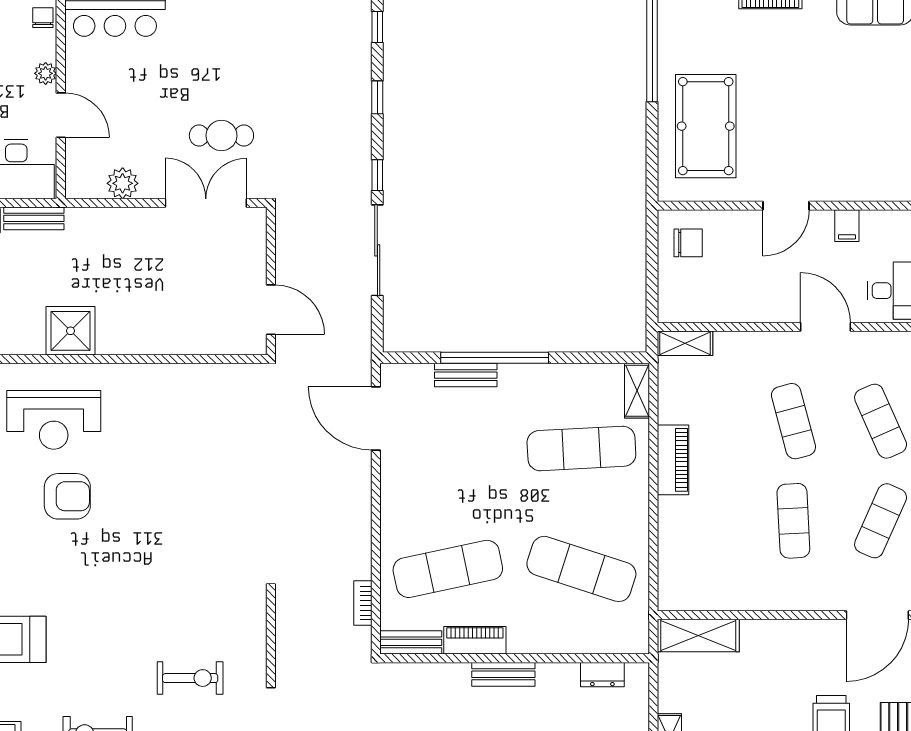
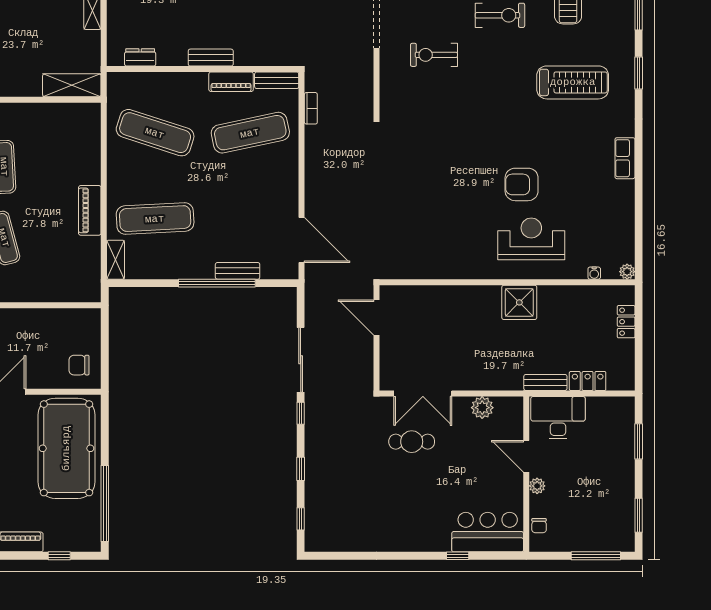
pool table: (706, 126) -> (66, 448), width x1.36, depth x1.32
shelving: (685, 343) -> (81, 293), removed

